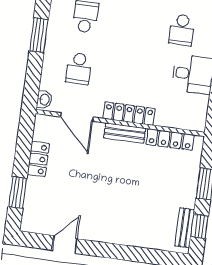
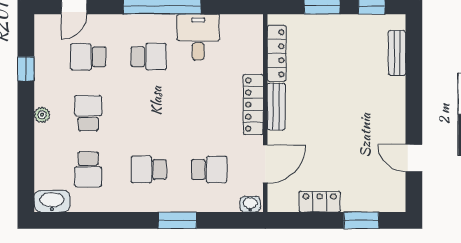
bench: (185, 228) -> (397, 53), moved, turned 90

